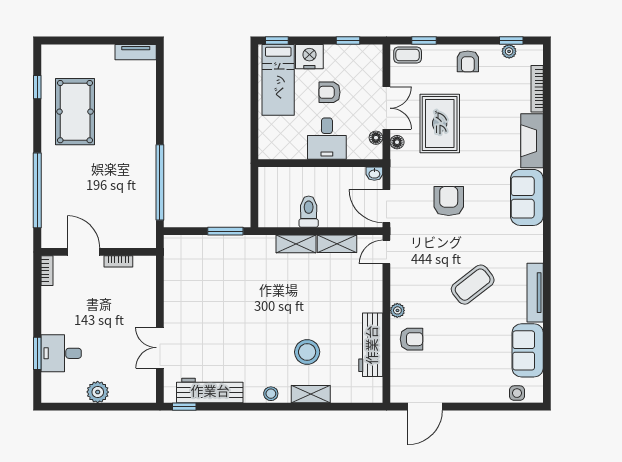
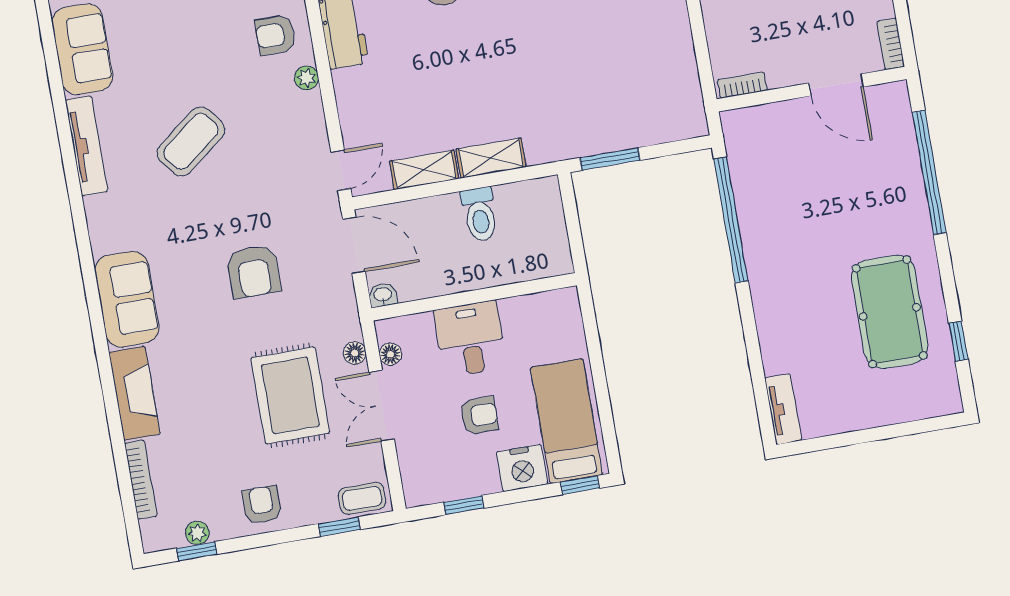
tv unit: (136, 52) -> (783, 409), moved, turned 90
bookcase: (118, 261) -> (742, 85), moved

